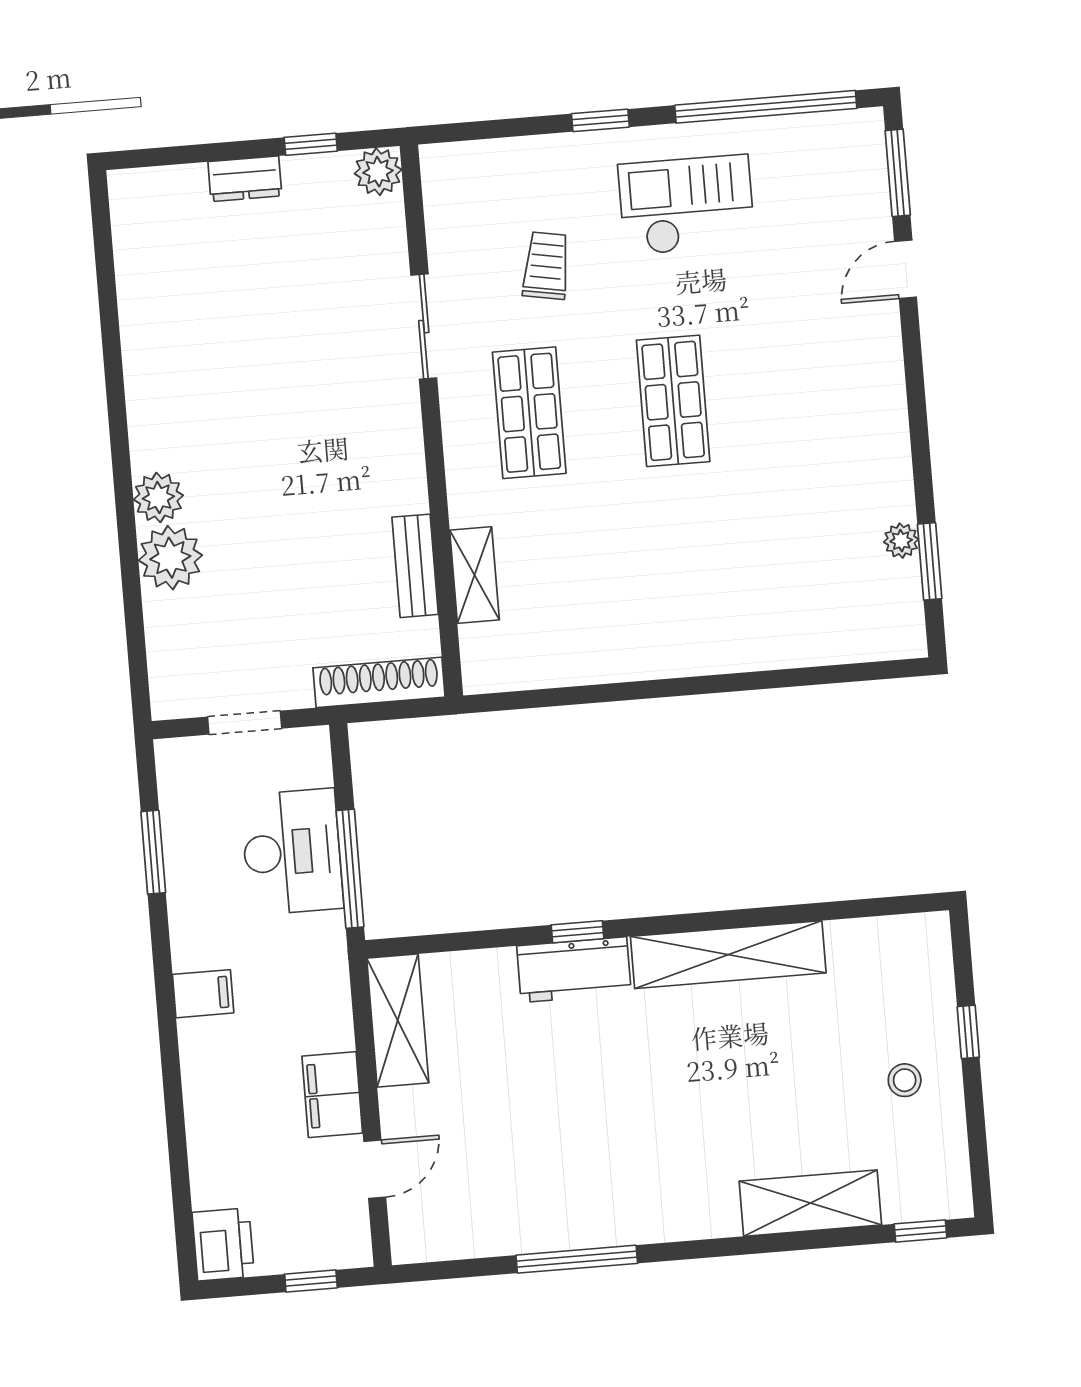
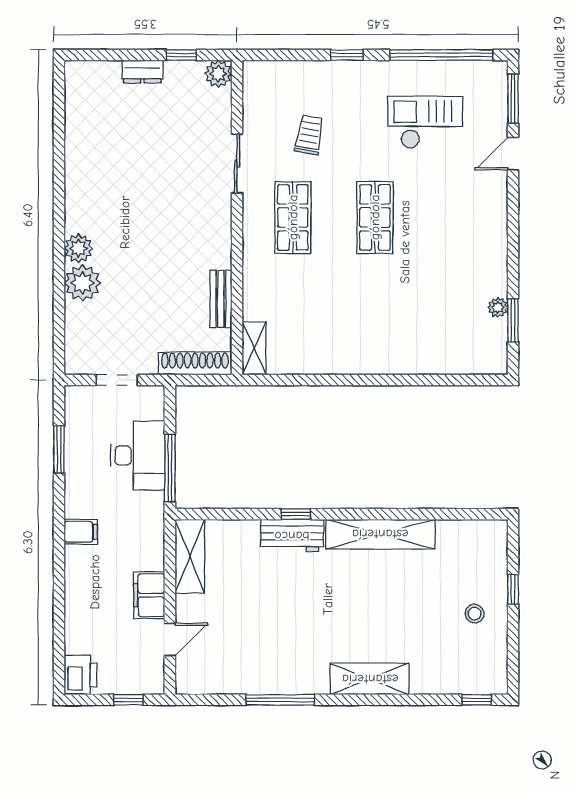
checkout: (686, 205) -> (425, 122), moved
shelving: (474, 575) -> (254, 348), moved
shelving: (810, 1203) -> (370, 679), moved

